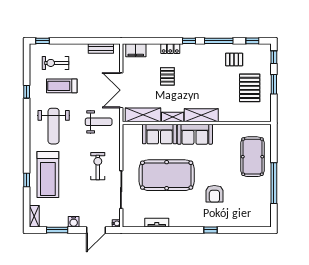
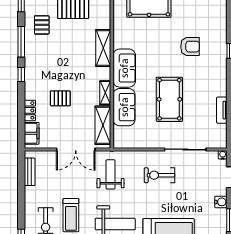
locker: (170, 49) -> (30, 110), moved
shelving: (201, 115) -> (103, 48), moved
pool table: (167, 175) -> (169, 99), width x0.73, depth x0.76

